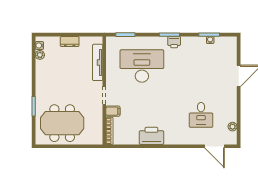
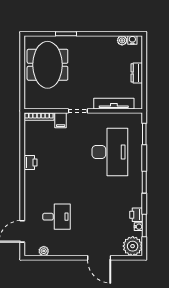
printer: (174, 42) -> (136, 215), moved
plant: (228, 45) -> (133, 246), added
desk: (201, 115) -> (56, 217), turned 180
printer: (151, 136) -> (30, 162), width x0.53, depth x0.68

